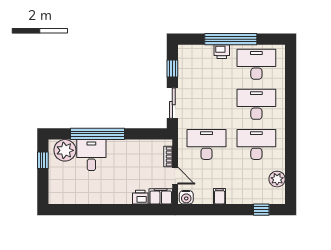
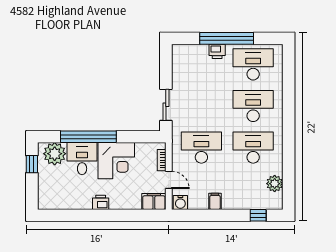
window: (172, 69) -> (166, 69), removed
corner desk: (124, 157) -> (116, 161), added
printer: (140, 197) -> (101, 202), moved

